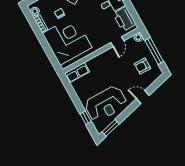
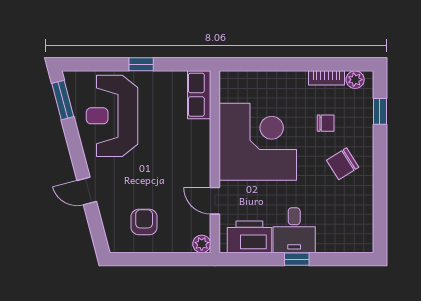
corner desk: (67, 41) -> (258, 142), moved, turned -90
window: (154, 51) -> (160, 259), removed
door: (143, 97) -> (87, 191), swing flipped
window: (86, 118) -> (141, 64), moved

